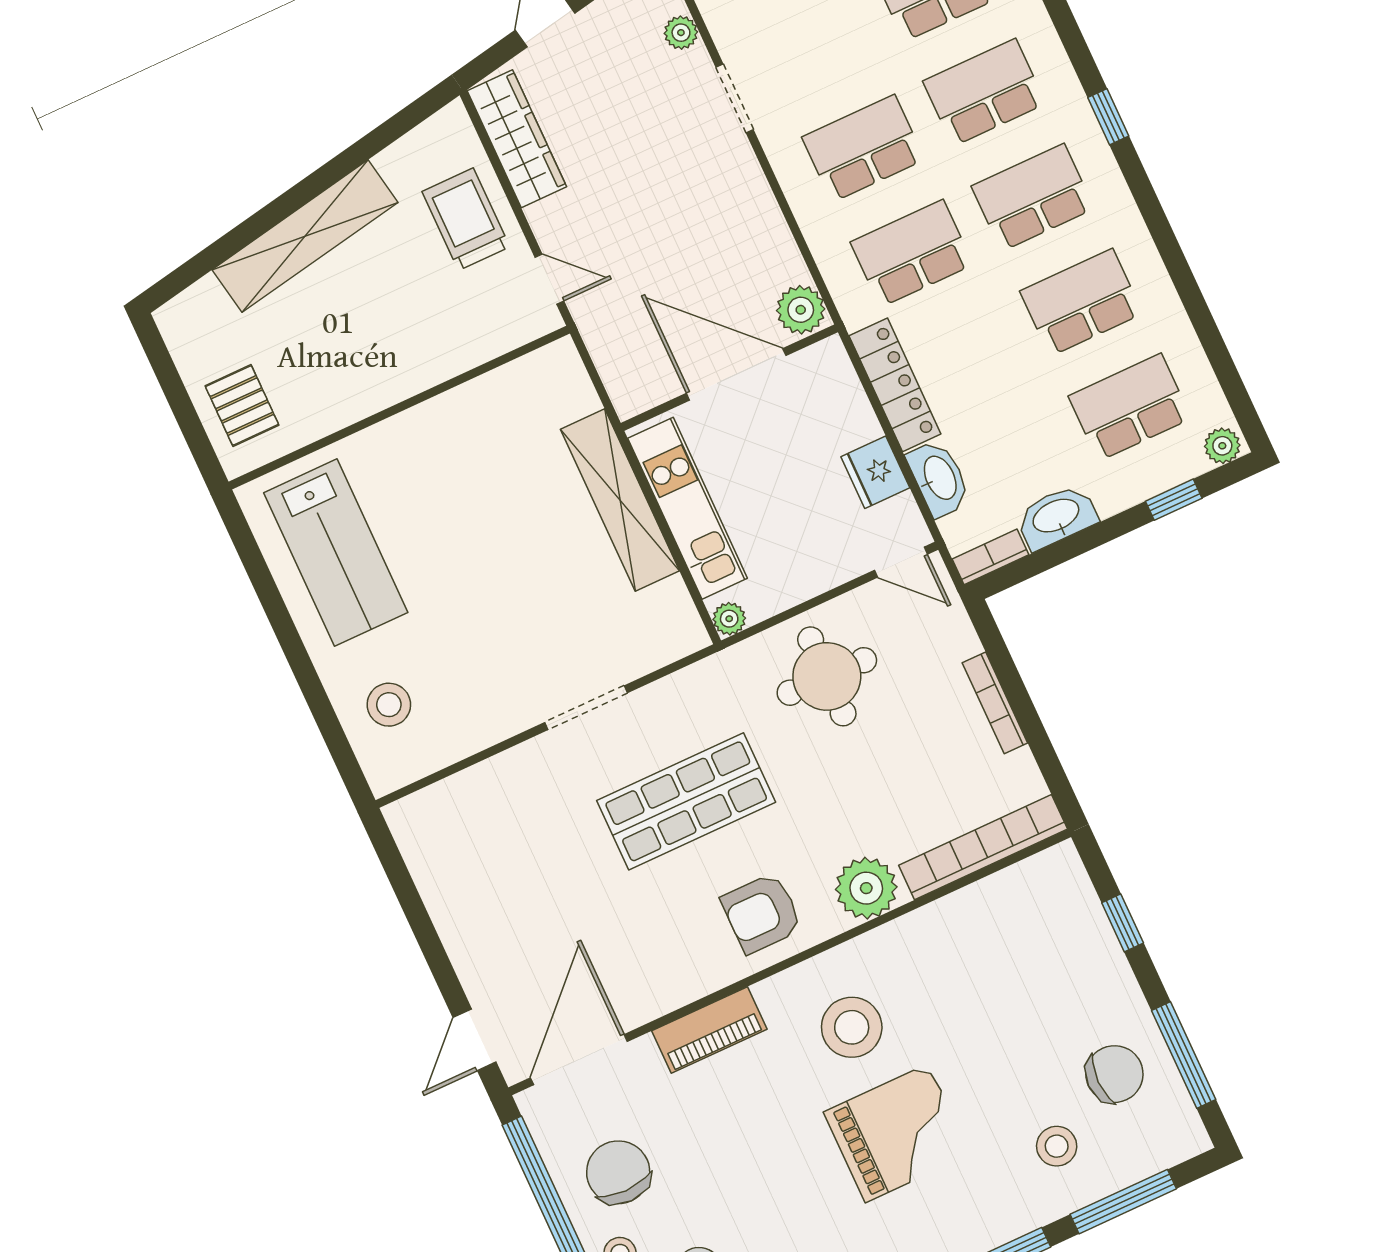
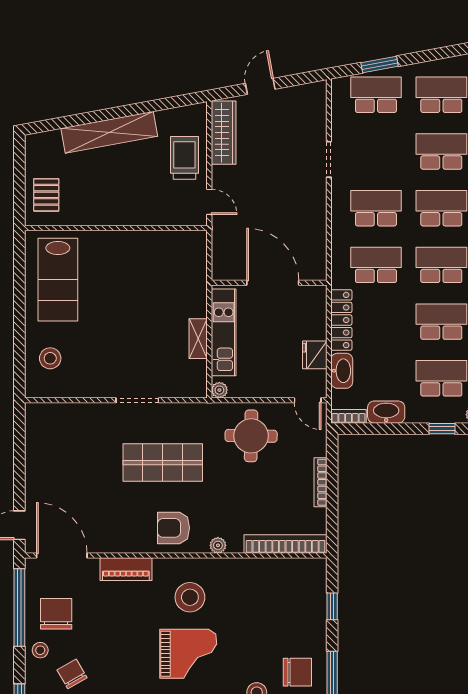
plant: (681, 33) -> (319, 119), removed
plant: (801, 310) -> (315, 267), removed
shelving: (620, 500) -> (198, 339), width x0.45, depth x0.75
plant: (866, 888) -> (218, 545), width x0.53, depth x0.53
door: (579, 1060) -> (62, 556), hinge flipped

